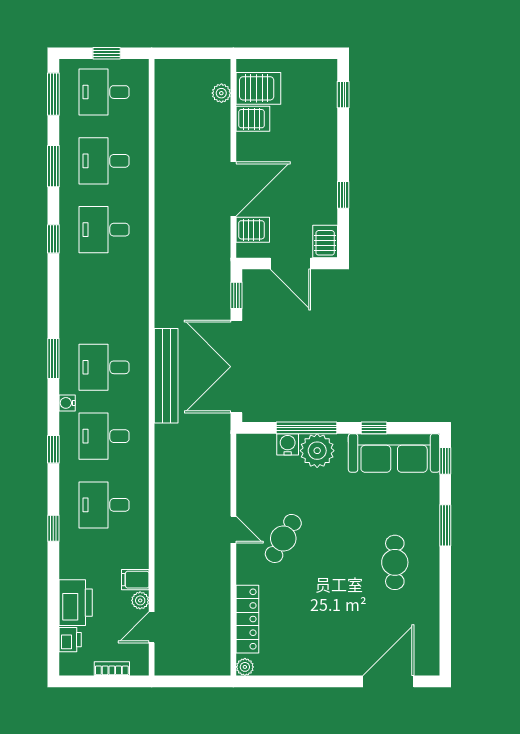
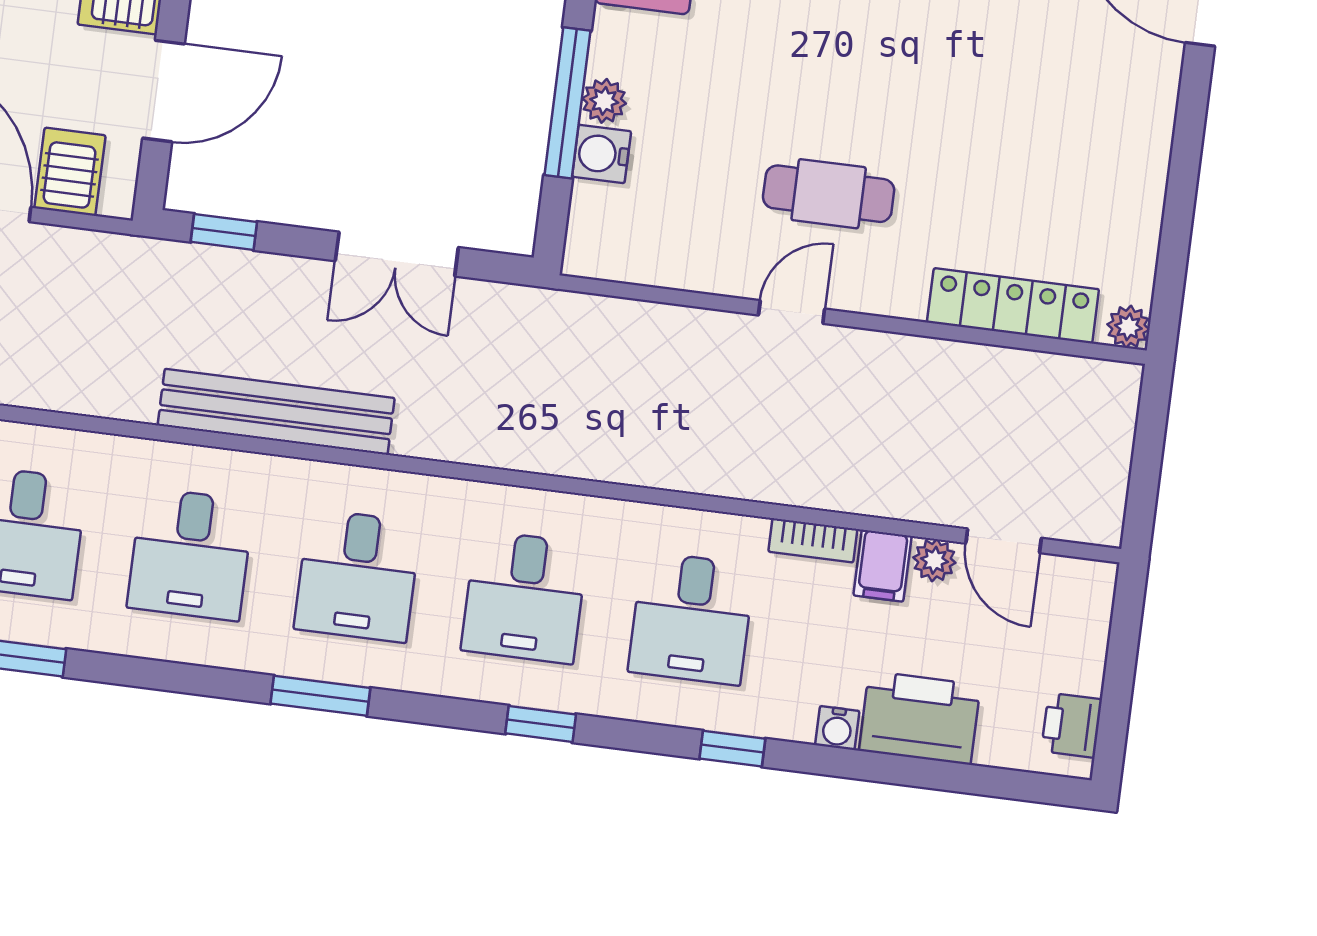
desk: (104, 298) -> (190, 554), added
double door: (236, 367) -> (397, 254), width x0.54
bench: (166, 376) -> (276, 412), moved
water cooler: (67, 403) -> (837, 728), moved
plant: (317, 451) -> (604, 101), width x0.53, depth x0.53
cafe table: (283, 538) -> (829, 194), turned -30
printer: (70, 640) -> (1072, 725), moved, turned -90
bookcase: (112, 669) -> (813, 540), moved, turned -90

